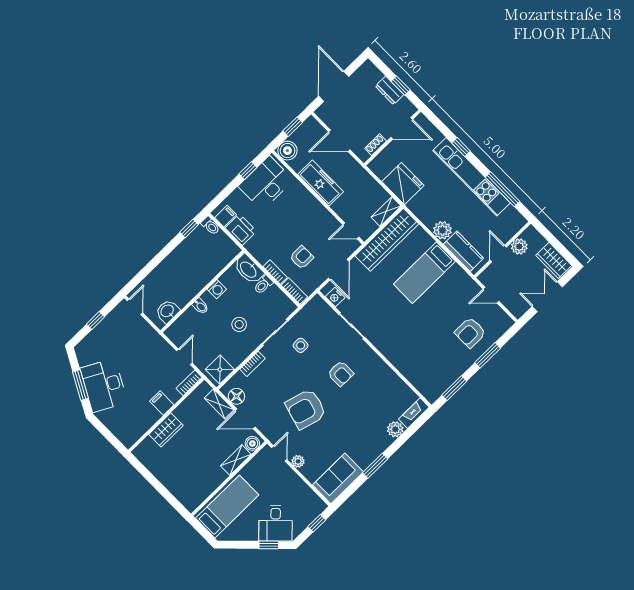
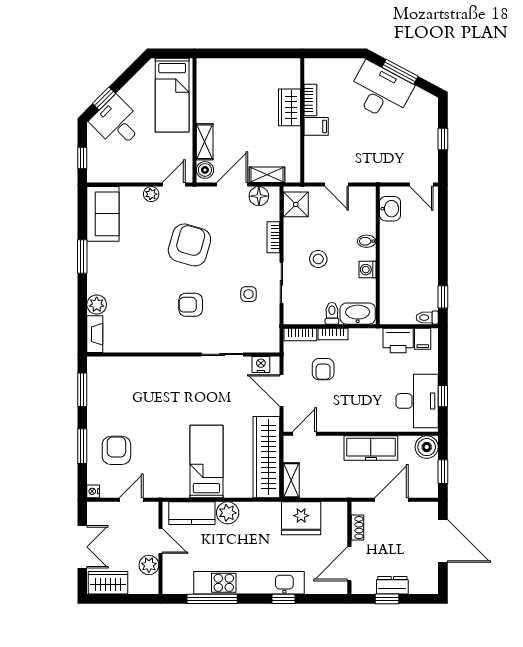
nightstand: (508, 323) -> (93, 491), added
bookcase: (189, 383) -> (310, 100), moved
door: (279, 454) -> (174, 185), swing flipped

